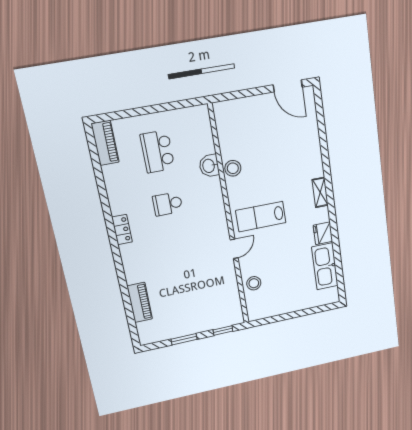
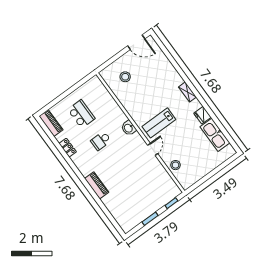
school desk: (158, 152) -> (81, 114), turned 180
washbasin: (209, 166) -> (129, 128), moved
stool: (233, 168) -> (125, 77), moved
locker: (122, 230) -> (68, 148), moved
piano: (140, 302) -> (97, 185), moved

